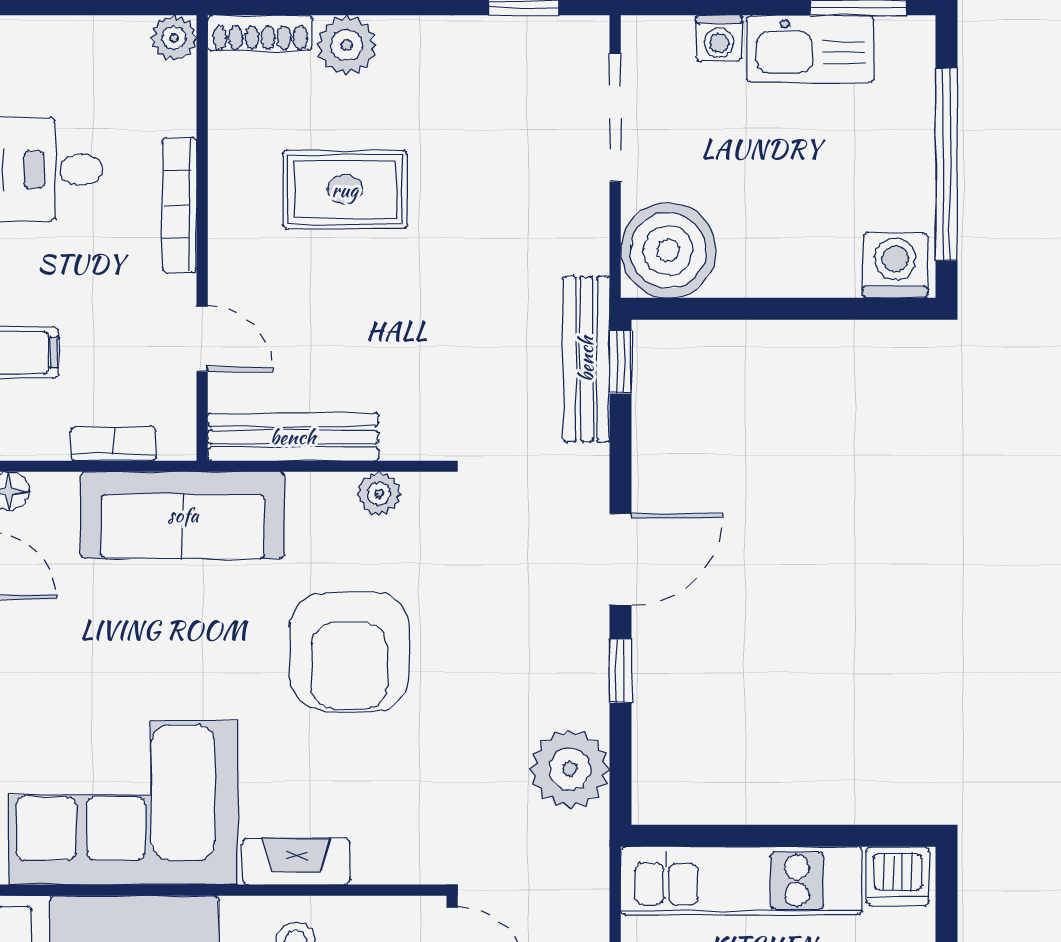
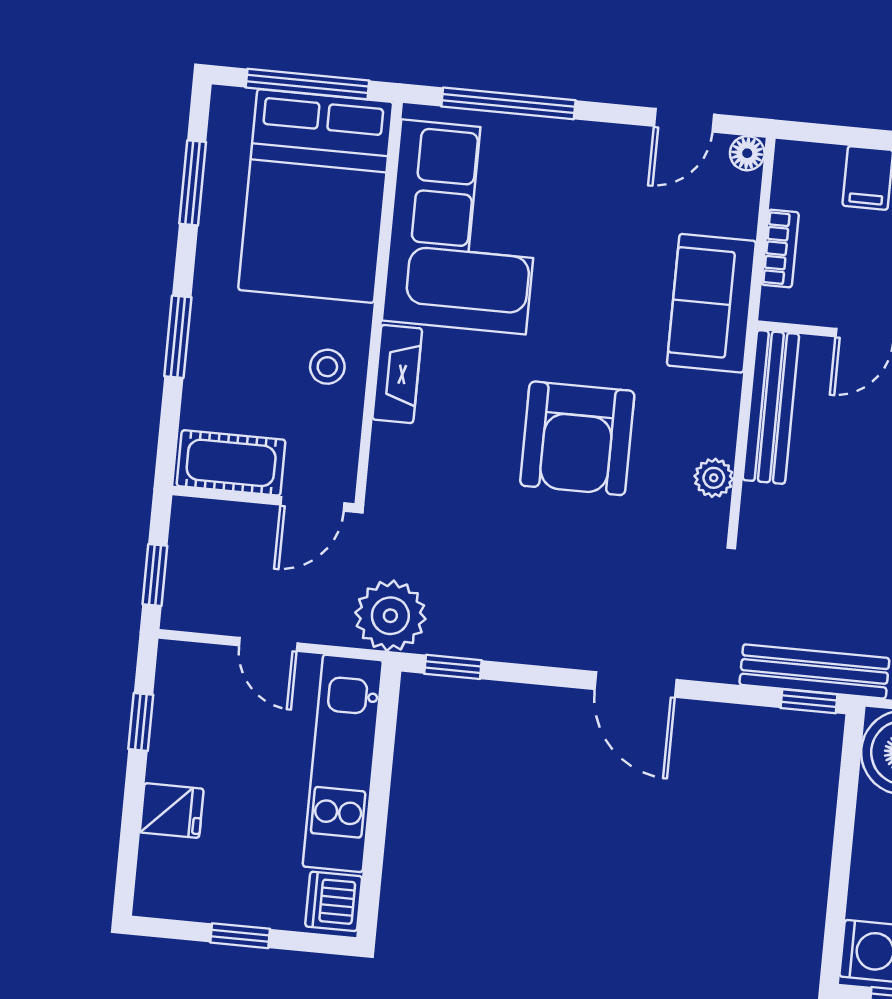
sofa: (183, 515) -> (711, 303), width x0.73
armchair: (349, 652) -> (577, 438), turned -90
window: (621, 671) -> (453, 667), moved
plant: (570, 769) -> (390, 616), moved

